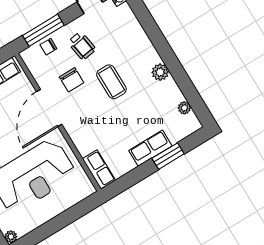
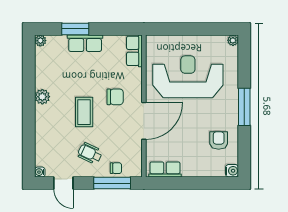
wheelchair: (82, 46) -> (90, 153), turned -56
chair: (72, 80) -> (115, 97), moved, turned 90
plant: (184, 108) -> (40, 41), moved

